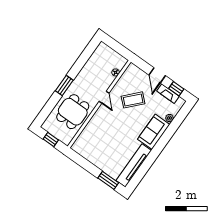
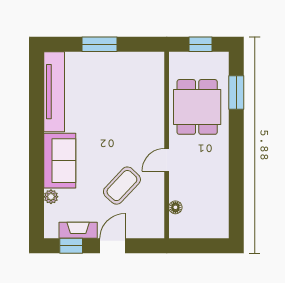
door: (157, 75) -> (113, 246), hinge flipped
window: (64, 86) -> (236, 93), moved
door: (104, 97) -> (167, 160), hinge flipped
window: (108, 180) -> (99, 44), moved

